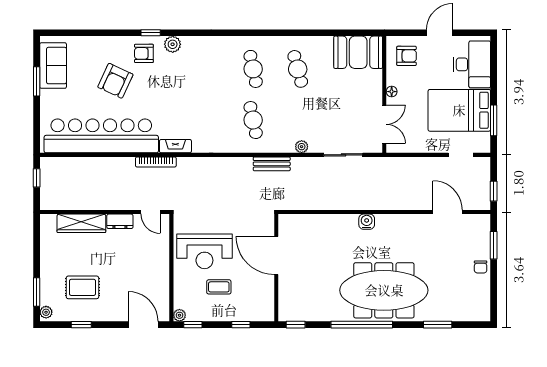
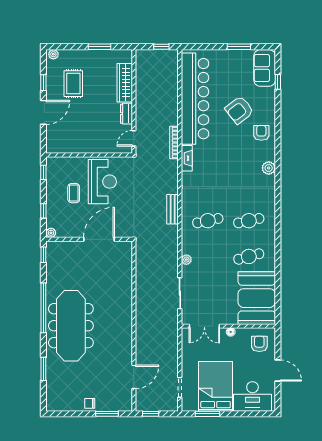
window: (151, 33) -> (278, 82), moved
plant: (173, 44) -> (269, 168), moved
booth: (358, 52) -> (257, 298), width x1.36, depth x1.42
armchair: (406, 56) -> (259, 344), turned 180
sofa: (53, 66) -> (265, 68), moved, turned 90
armchair: (115, 81) -> (239, 110), turned -63
bench: (272, 164) -> (173, 209), moved
water cooler: (367, 222) -> (126, 312), removed
reception desk: (204, 251) -> (102, 182), turned 180
window: (37, 292) -> (100, 47), moved
plant: (179, 315) -> (51, 233), moved
door: (143, 325) -> (43, 112), moved

